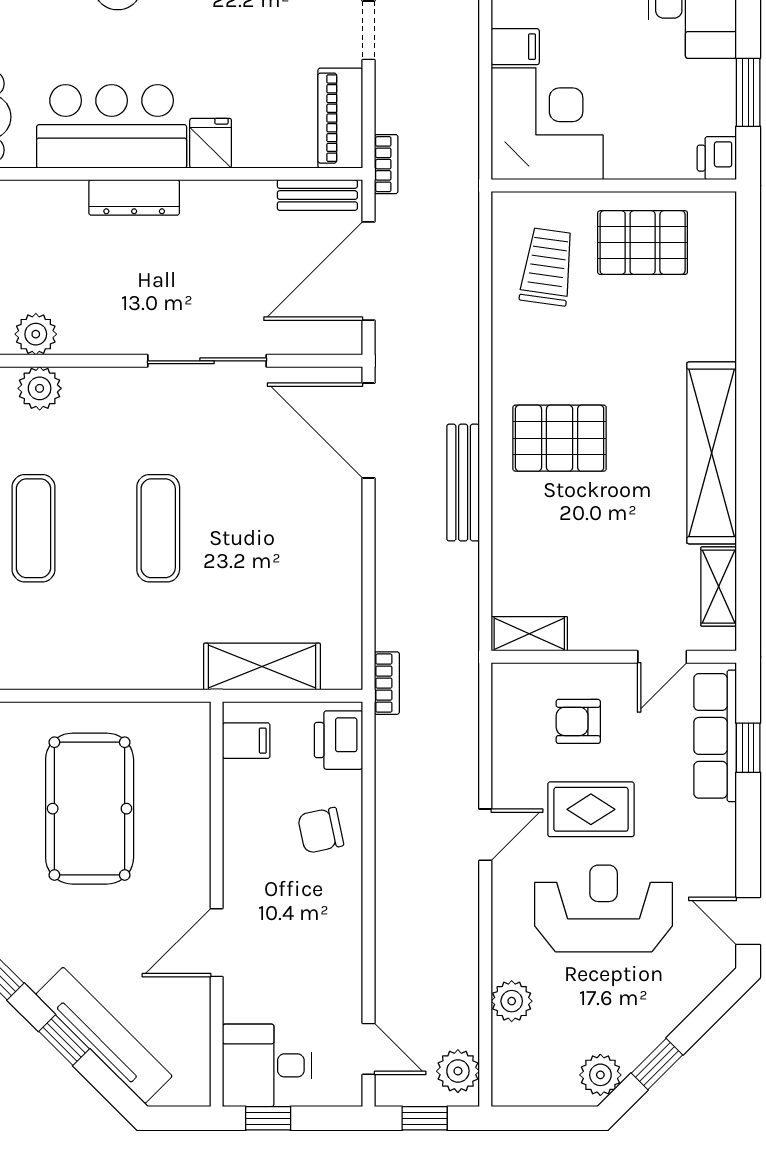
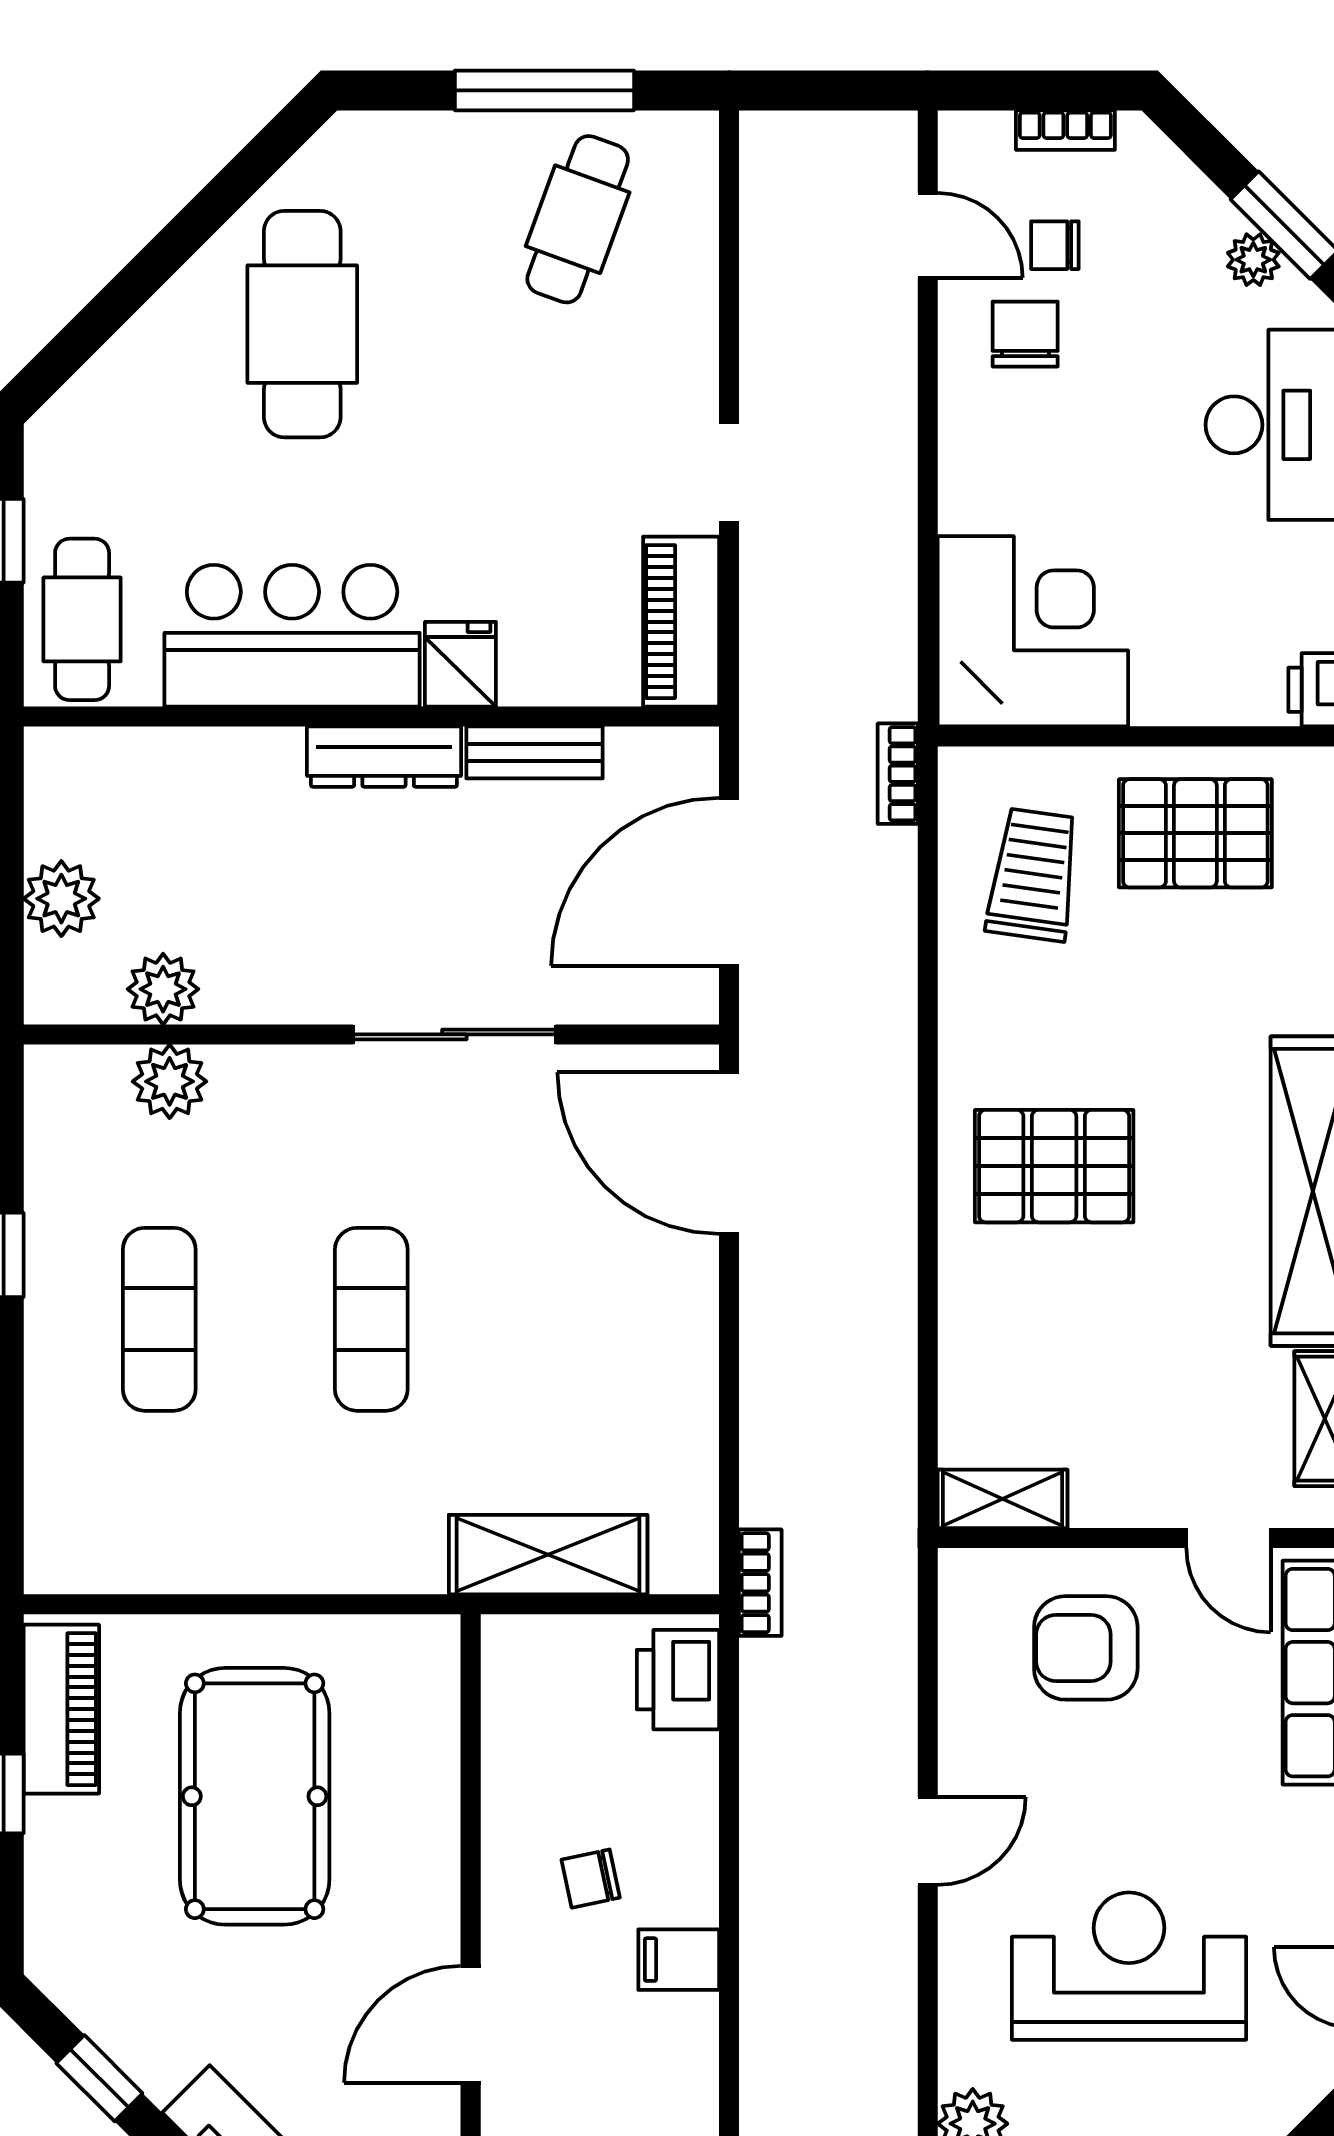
filing cabinet: (515, 47) -> (979, 500), removed
bookcase: (386, 164) -> (898, 774), moved, turned 180
bench: (317, 195) -> (534, 752), moved
dresser: (134, 197) -> (384, 757), moved
bench: (463, 483) -> (890, 1242), removed
door: (662, 657) -> (1229, 1538), hinge flipped
armchair: (578, 721) -> (1086, 1648), width x1.38, depth x1.38
filing cabinet: (246, 741) -> (679, 1960), moved, turned 180
rug: (591, 809) -> (1108, 1797), removed
chair: (321, 830) -> (591, 1879), moved, width x0.73, depth x0.73

